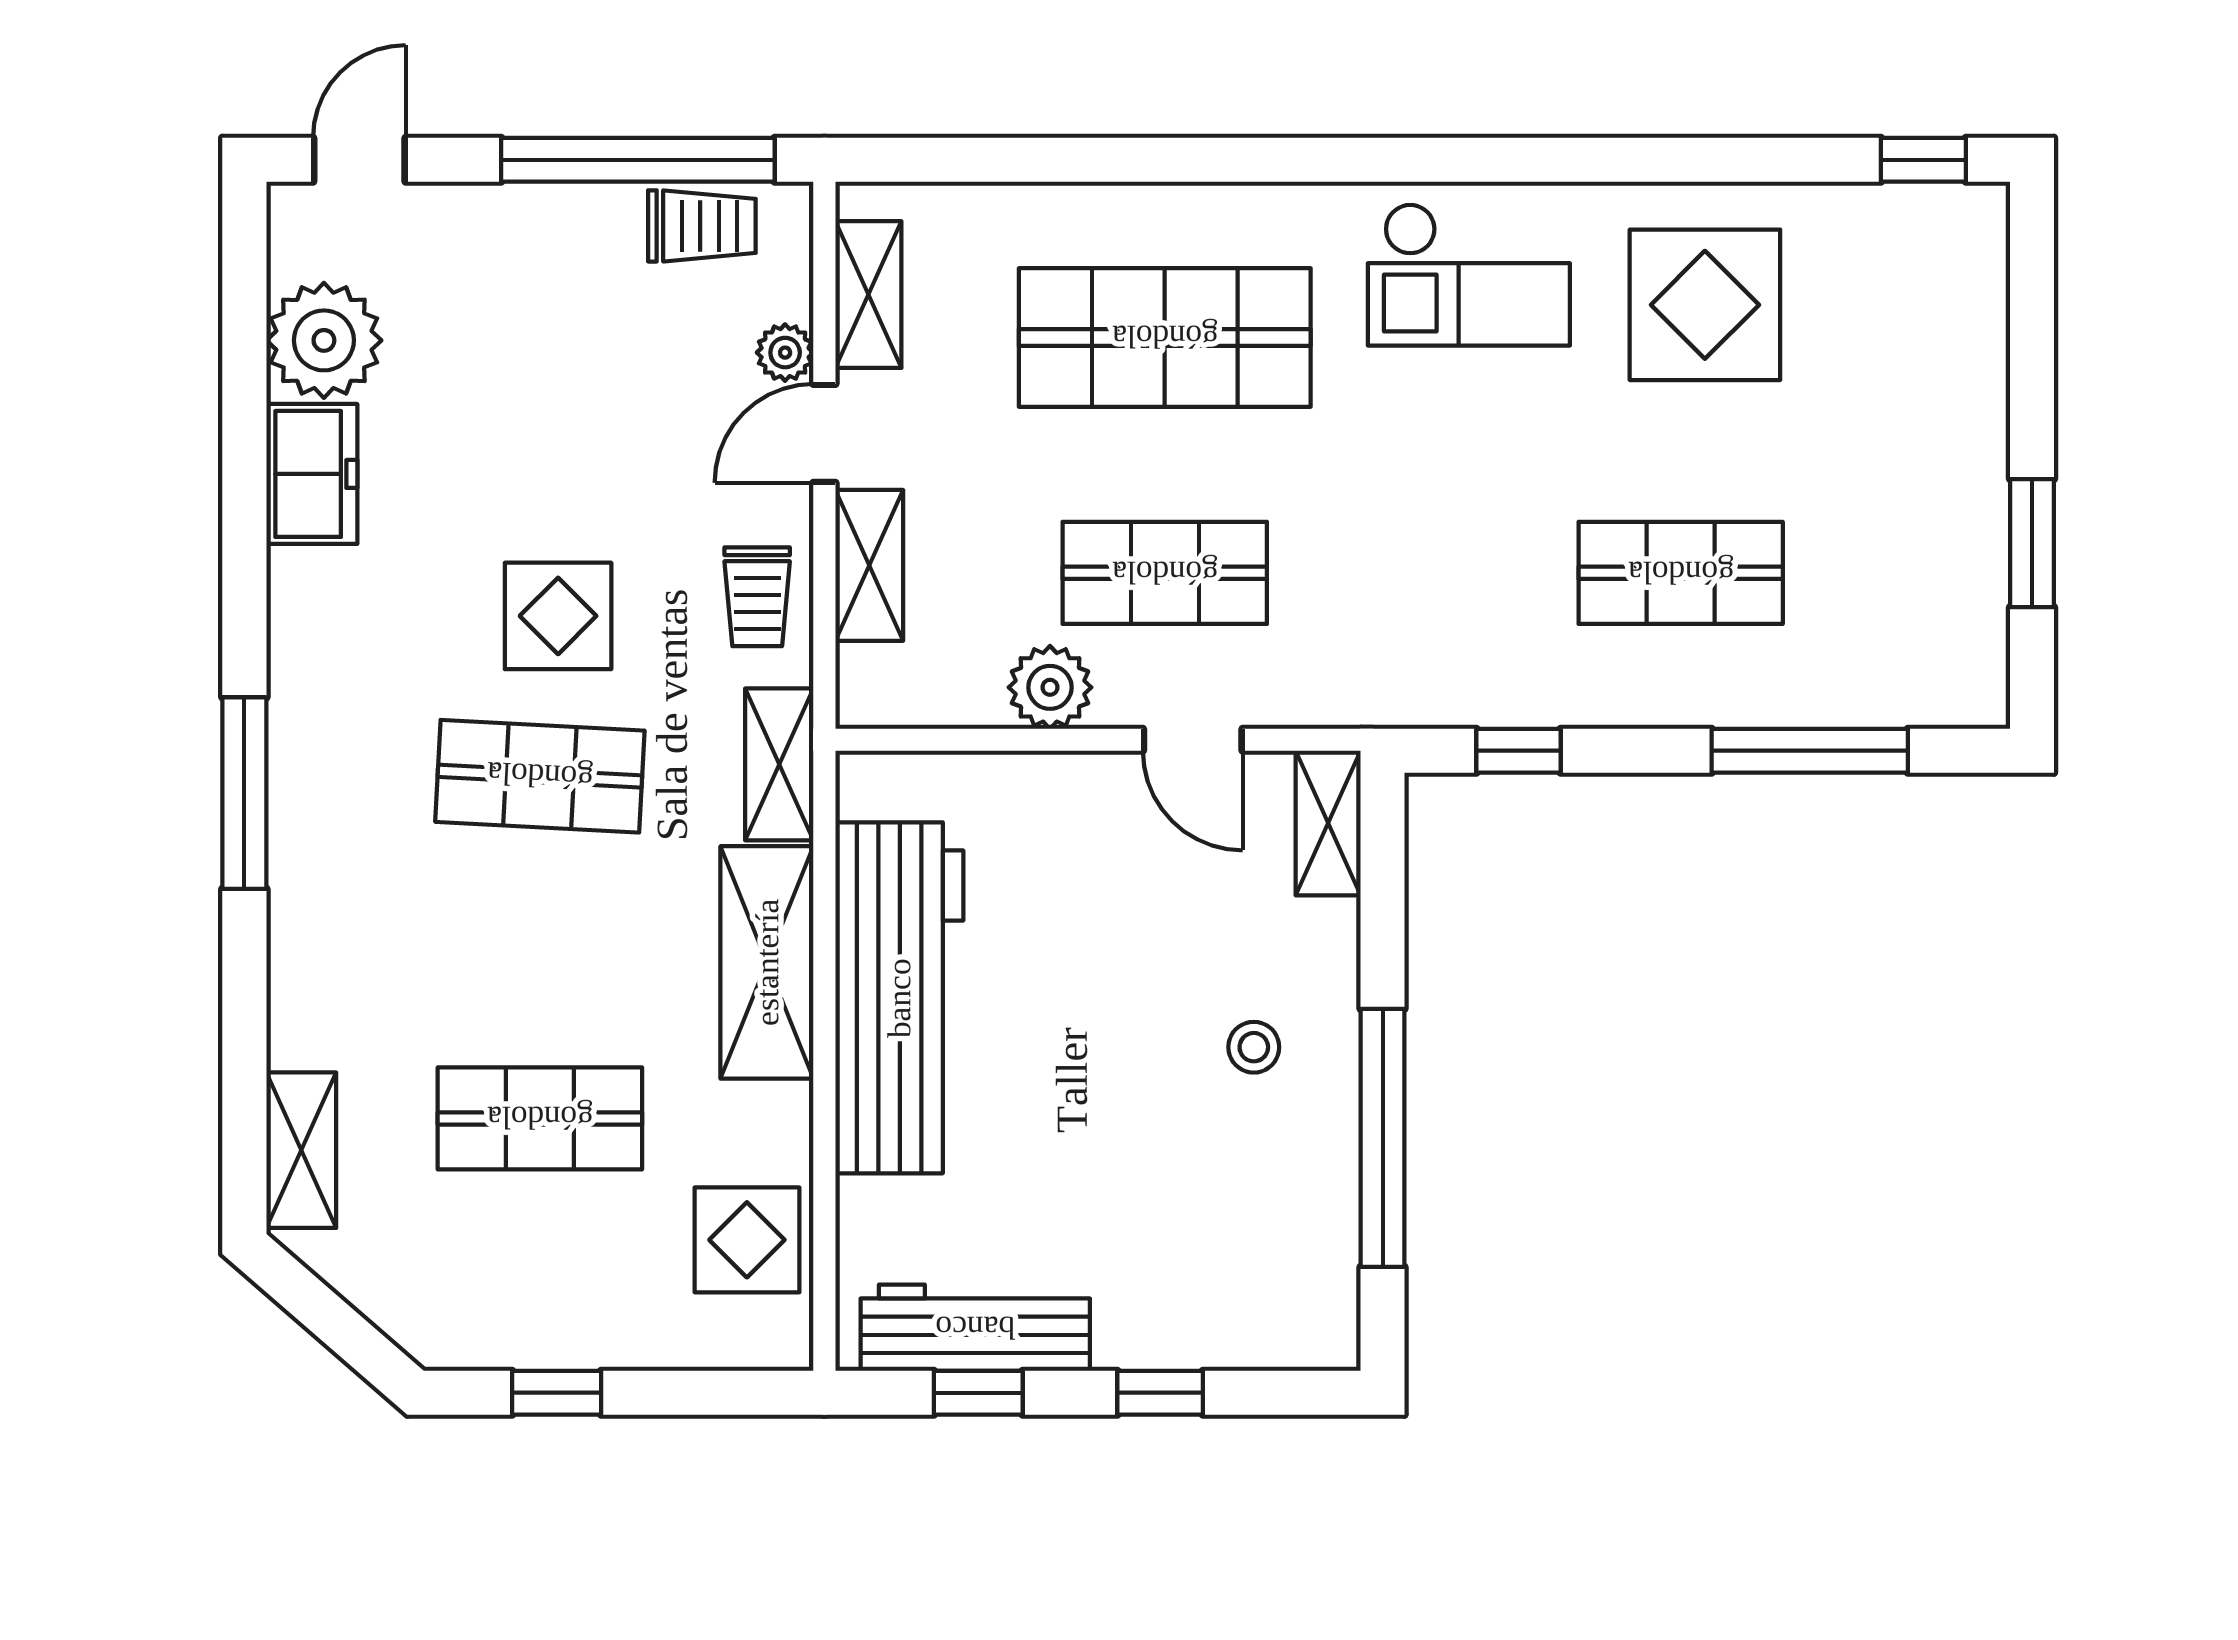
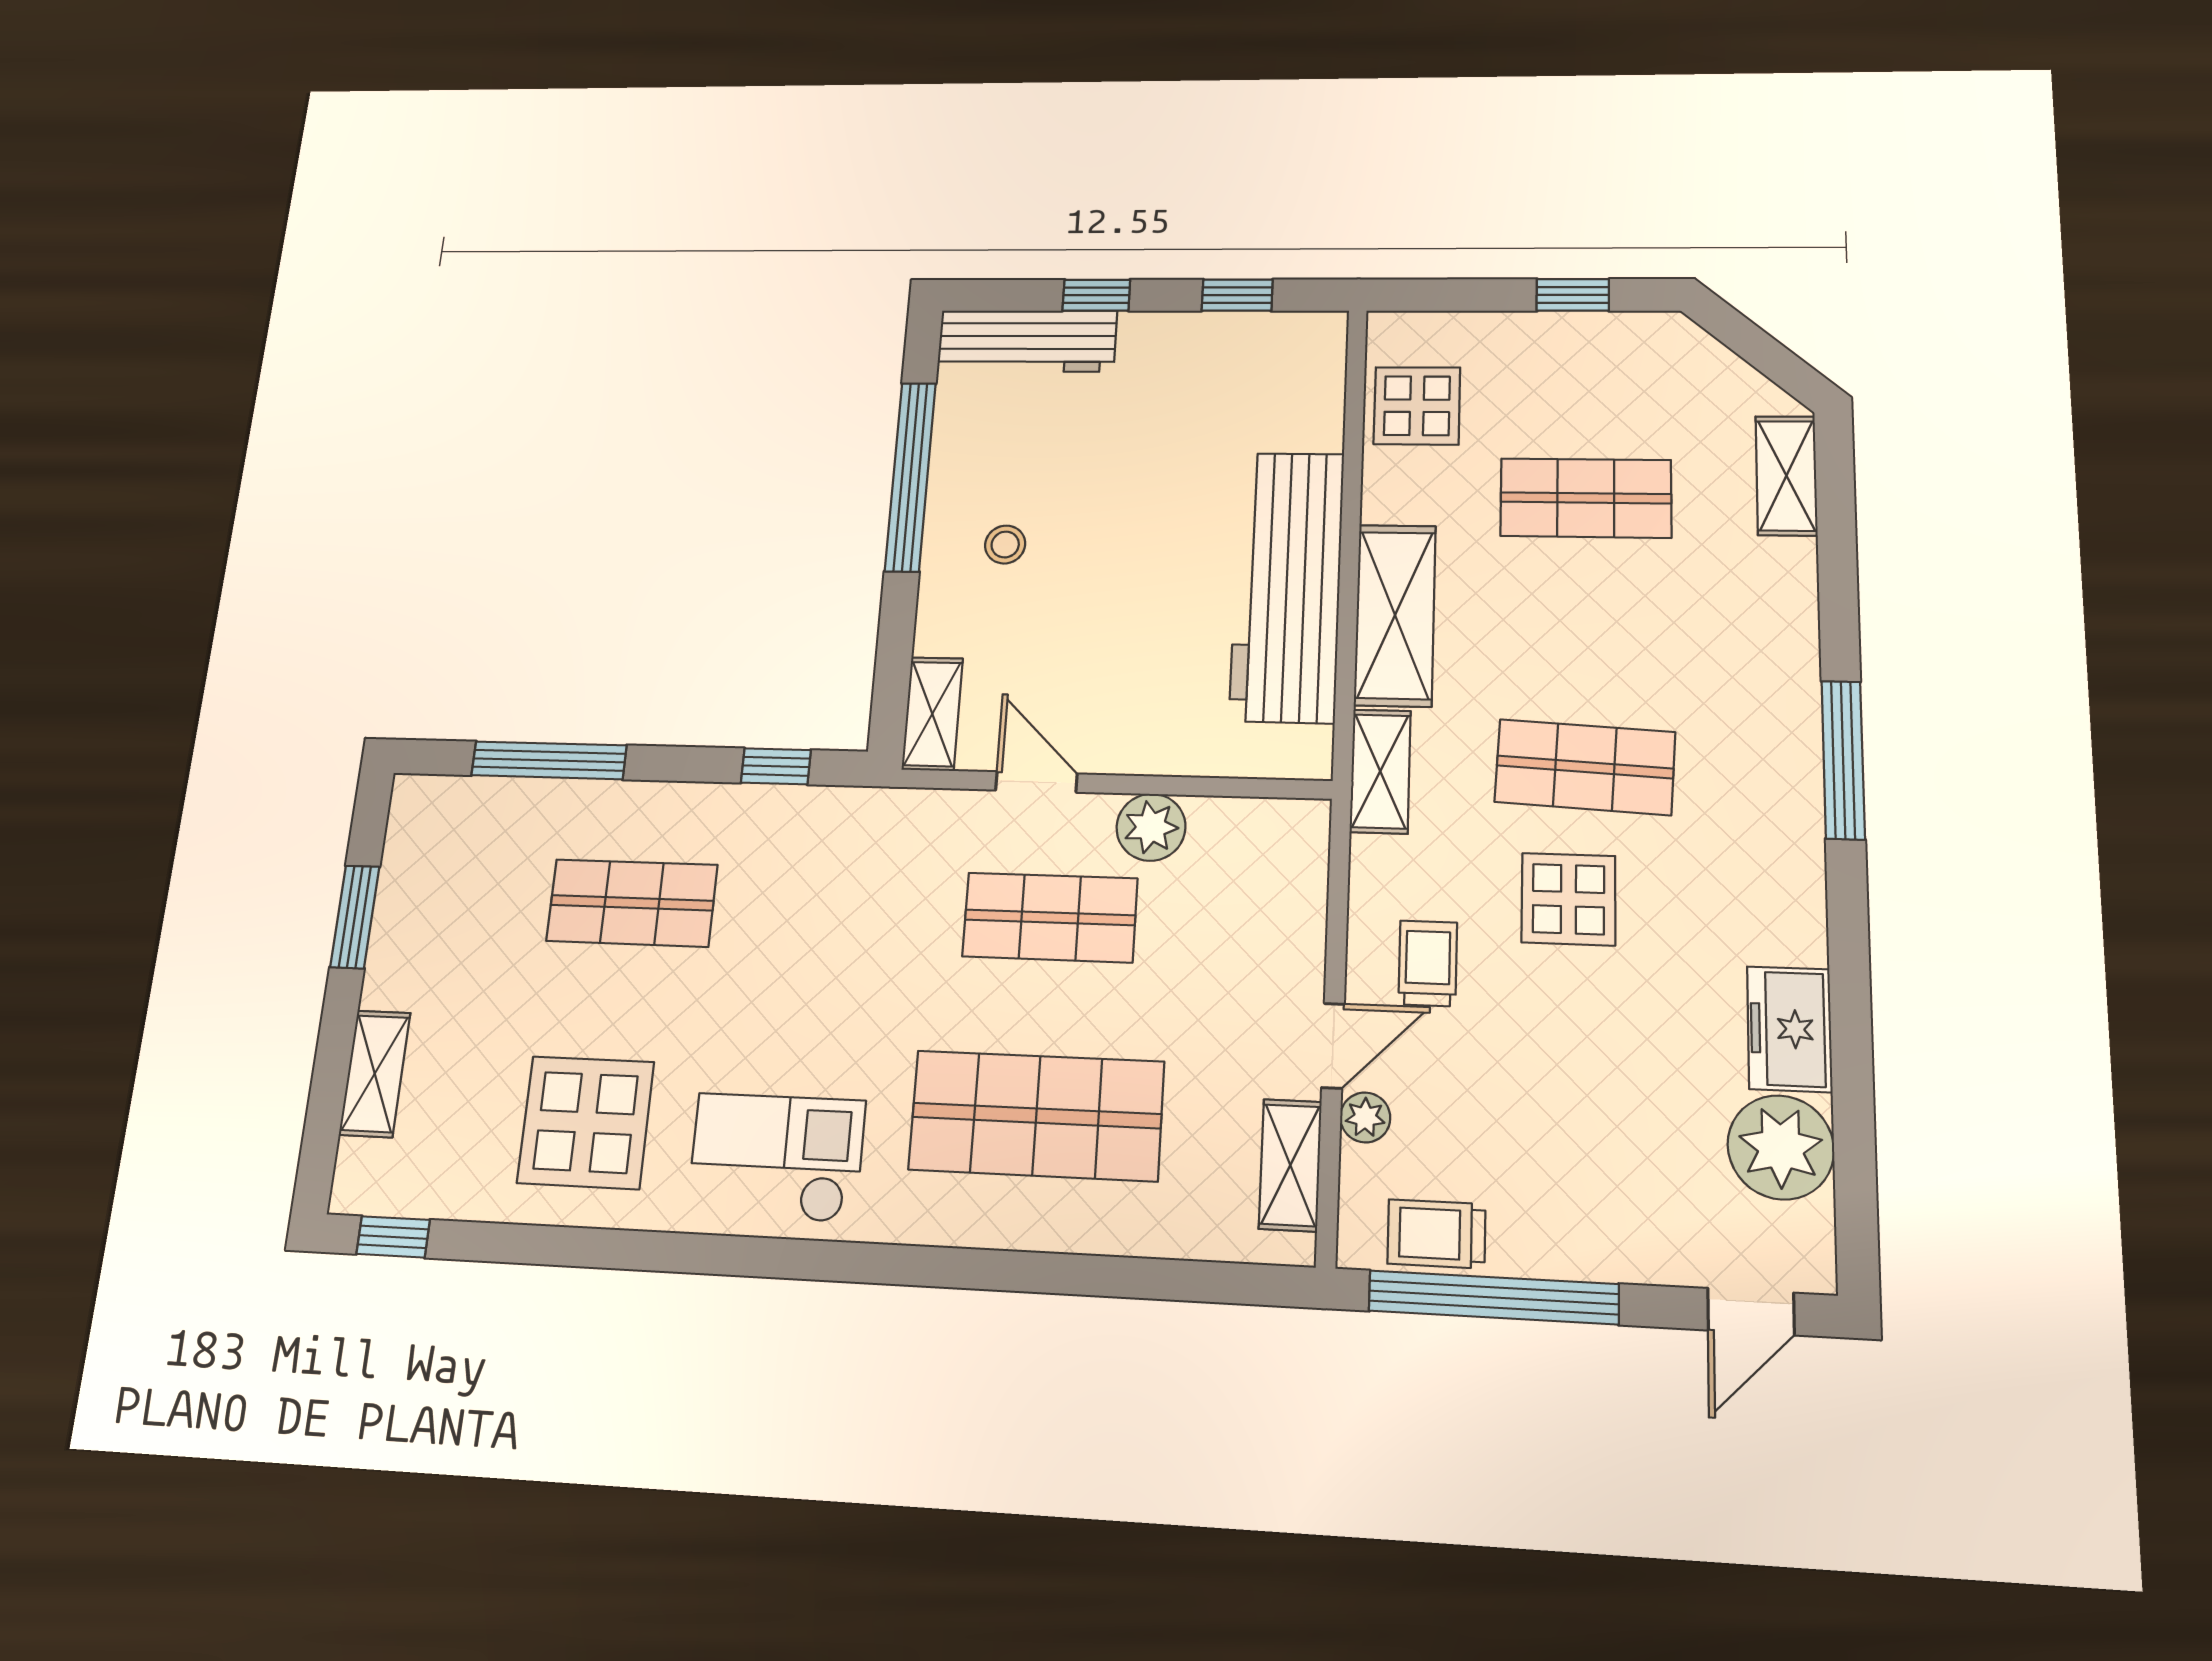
shelving: (869, 565) -> (375, 1074), moved
trolley: (757, 597) -> (1428, 963), moved
workbench: (975, 1328) -> (1027, 341), moved

